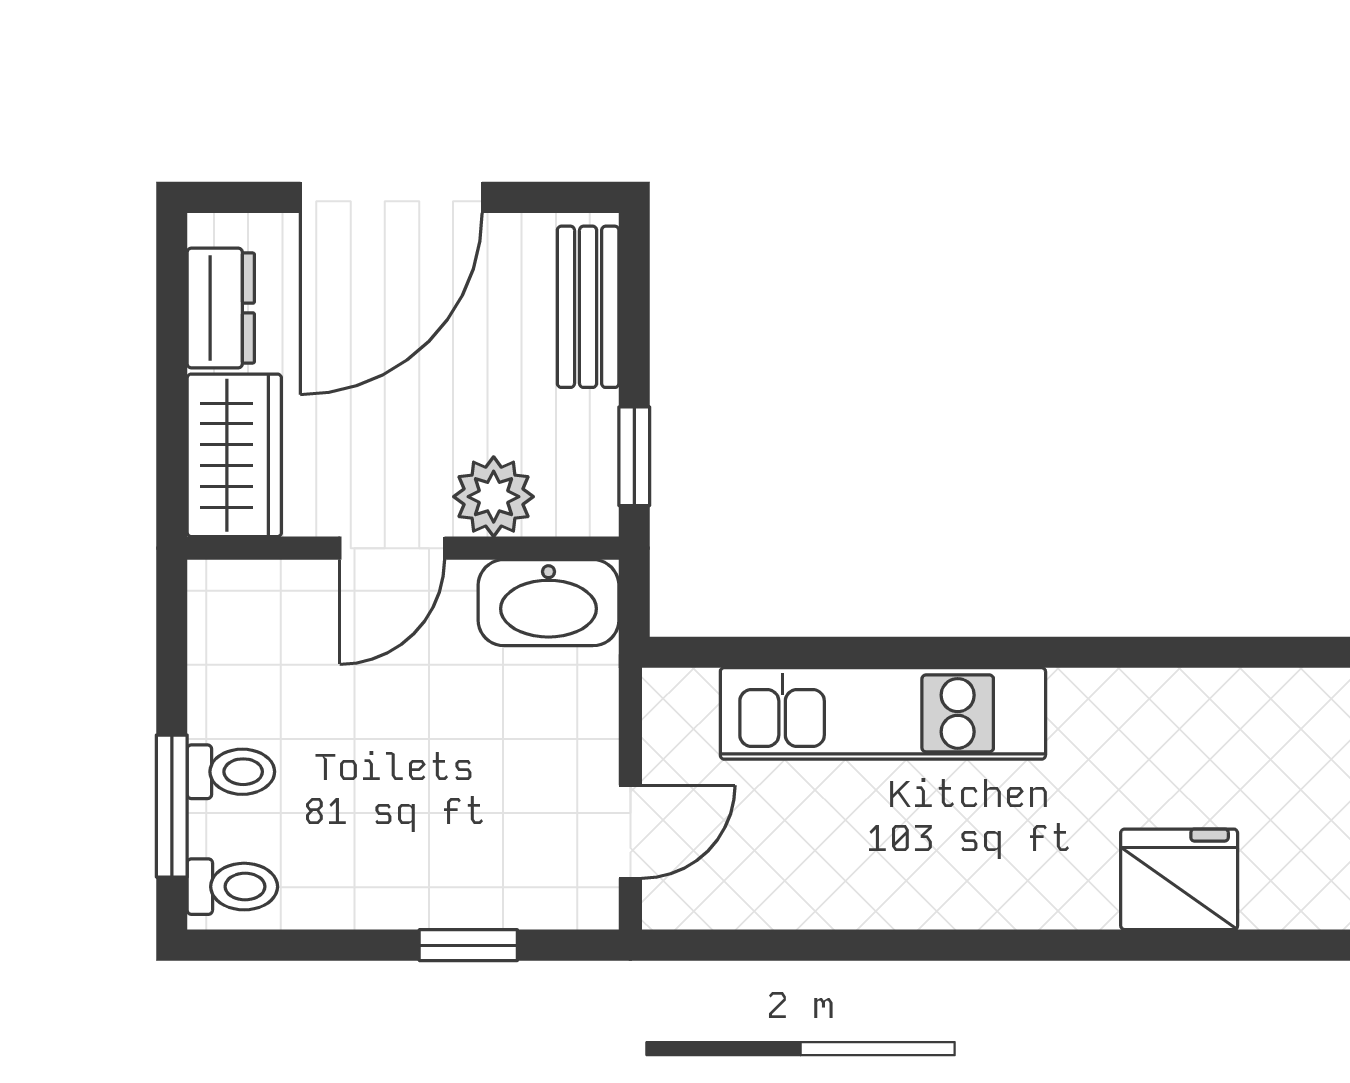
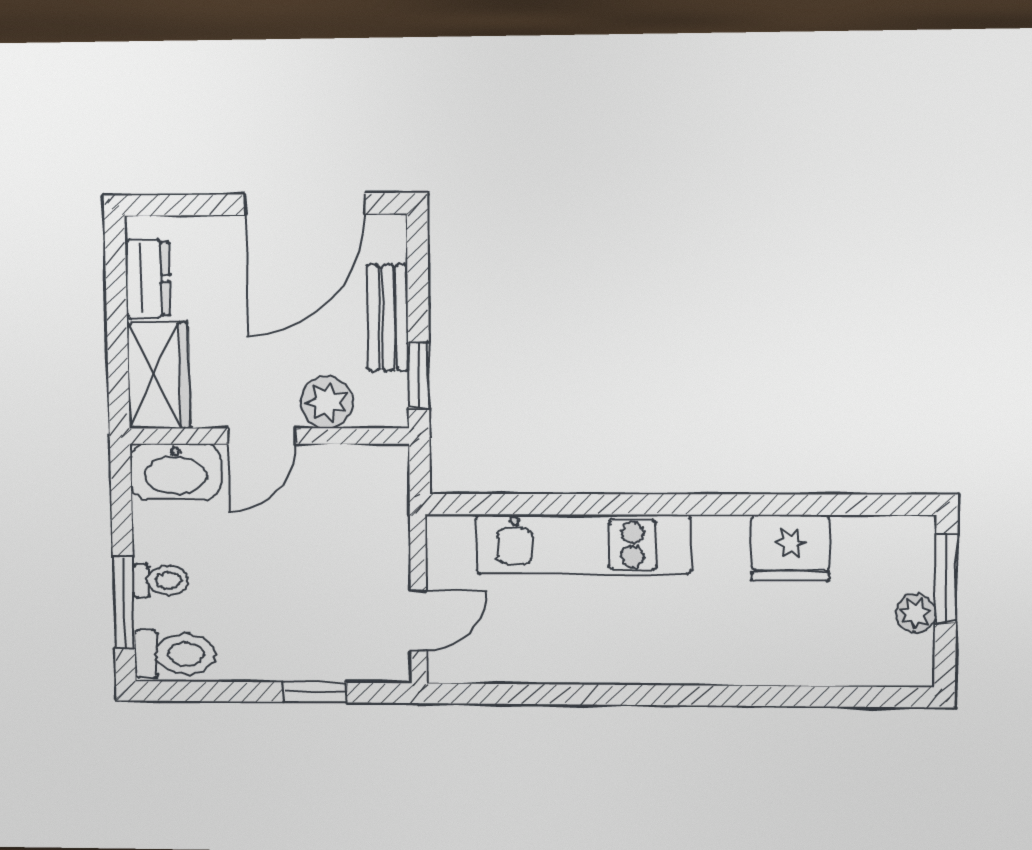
door: (391, 197) -> (304, 204), moved
bench: (588, 307) -> (388, 318), moved
washbasin: (548, 603) -> (176, 472), moved
fridge: (1179, 879) -> (790, 548), moved, turned 180
toilet: (232, 887) -> (175, 654), width x1.37, depth x1.39

